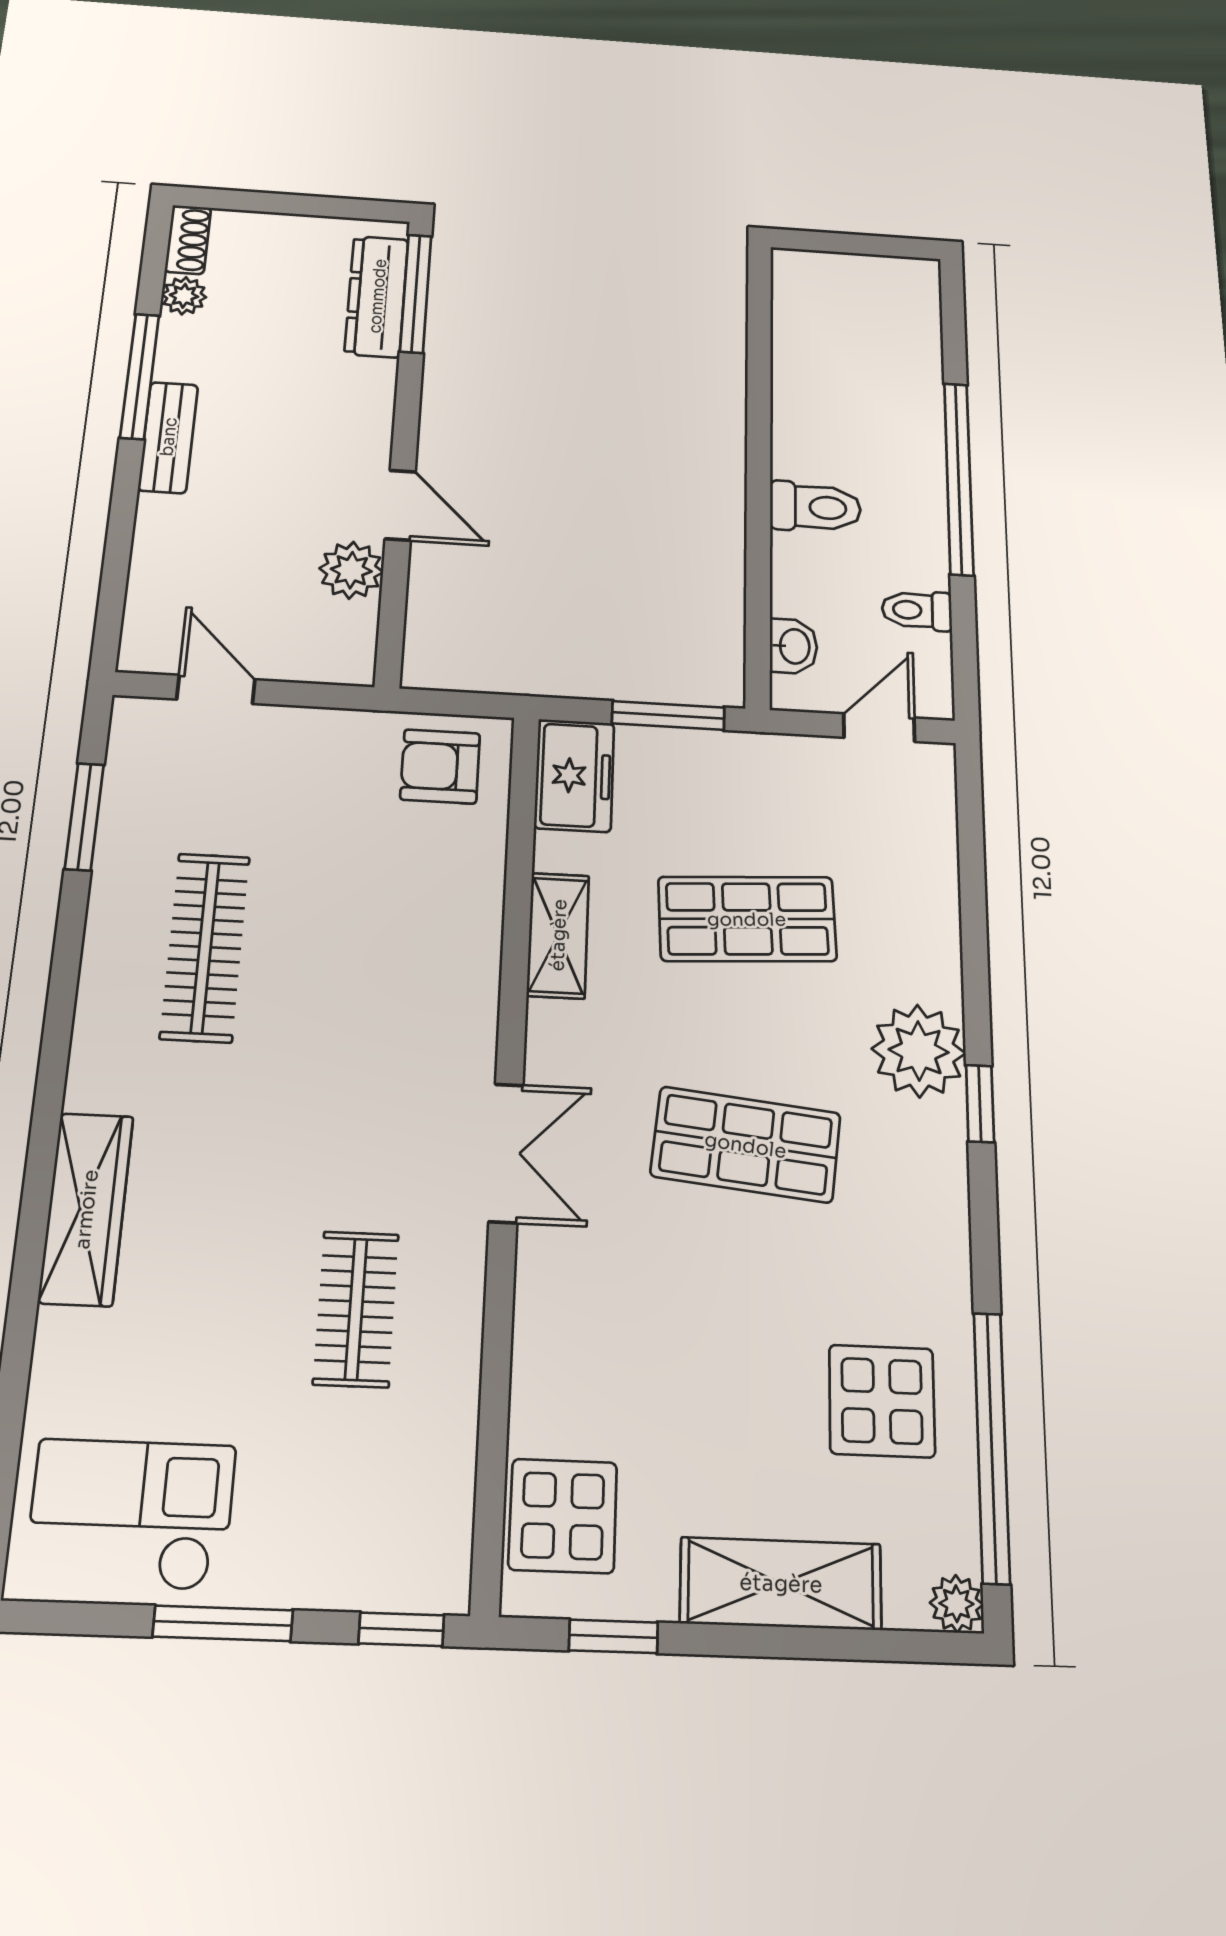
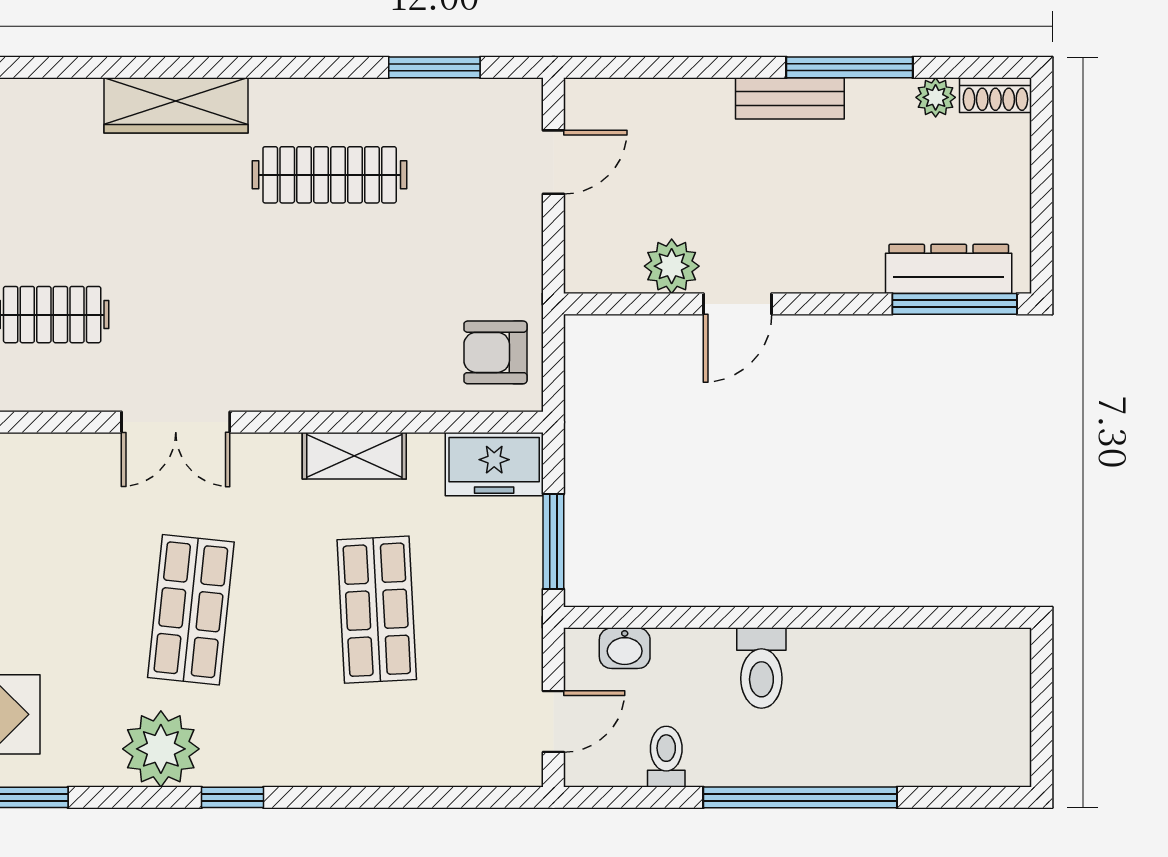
door: (879, 728) -> (553, 721), hinge flipped
armchair: (440, 766) -> (495, 352), turned -90
plant: (919, 1051) -> (161, 749), moved
wardrobe: (86, 1209) -> (176, 105), moved

